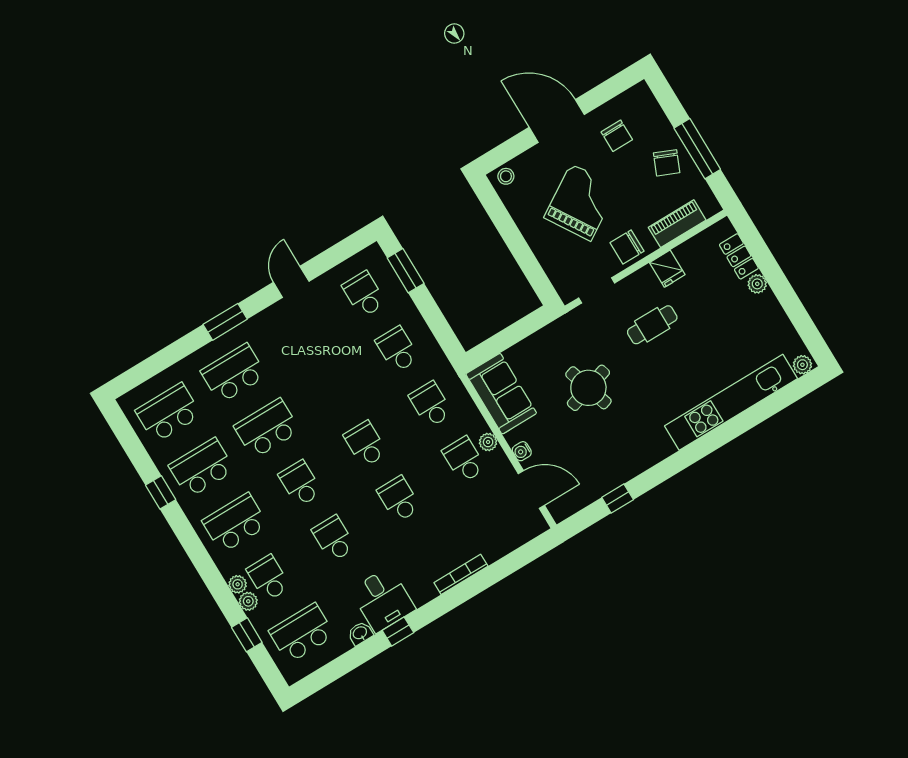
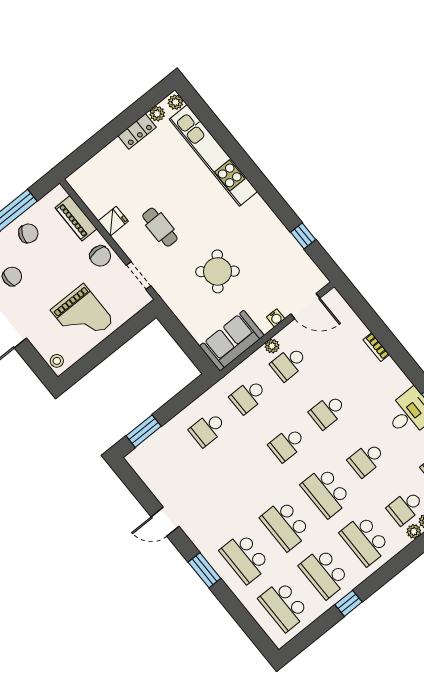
grand piano: (581, 202) -> (82, 316), moved, turned -148
locker: (739, 256) -> (137, 131), moved
plant: (757, 284) -> (157, 114), moved
school desk: (364, 294) -> (167, 462), removed
round table: (588, 388) -> (218, 271), turned -35
school desk: (300, 483) -> (326, 492), width x1.85
door: (531, 490) -> (305, 306), swing flipped
bookcase: (461, 574) -> (376, 347), width x0.64

